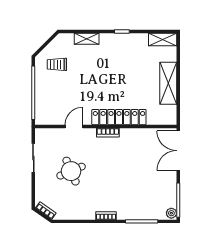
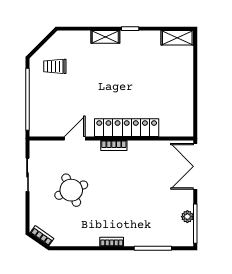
shelving: (87, 39) -> (105, 37), moved
shelving: (168, 83) -> (184, 88), removed
plant: (171, 213) -> (187, 217), moved

